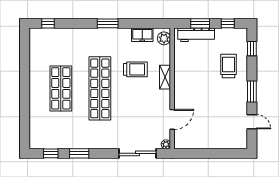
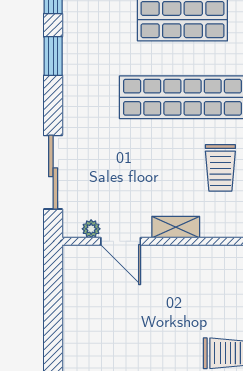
shelving: (165, 77) -> (176, 227), moved
plant: (166, 144) -> (91, 229), moved

